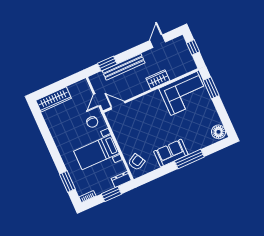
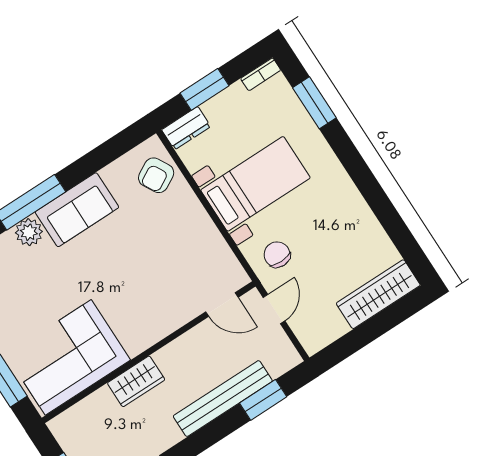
plant: (192, 147) -> (29, 232), added

